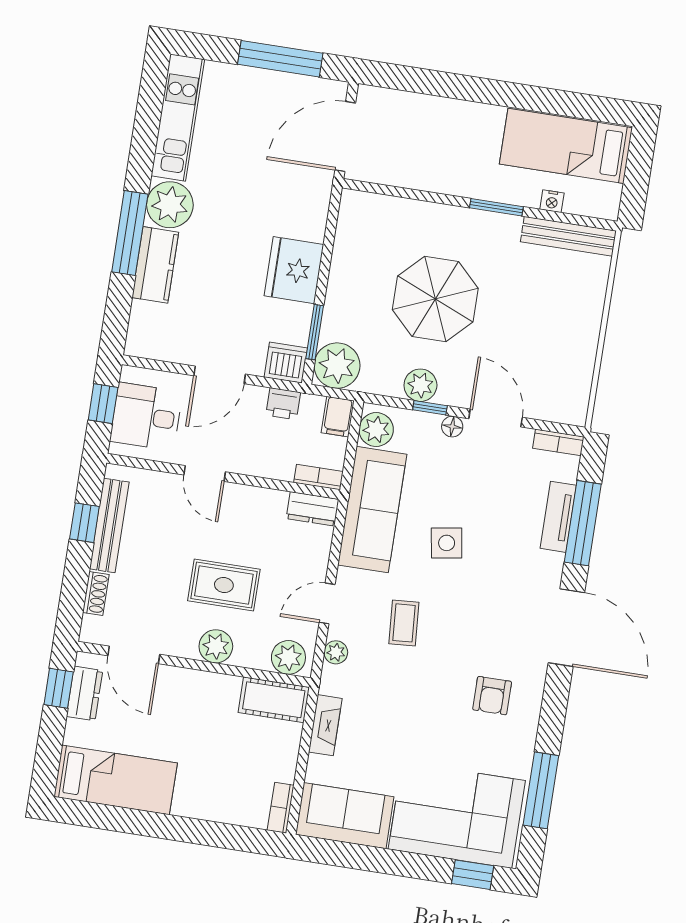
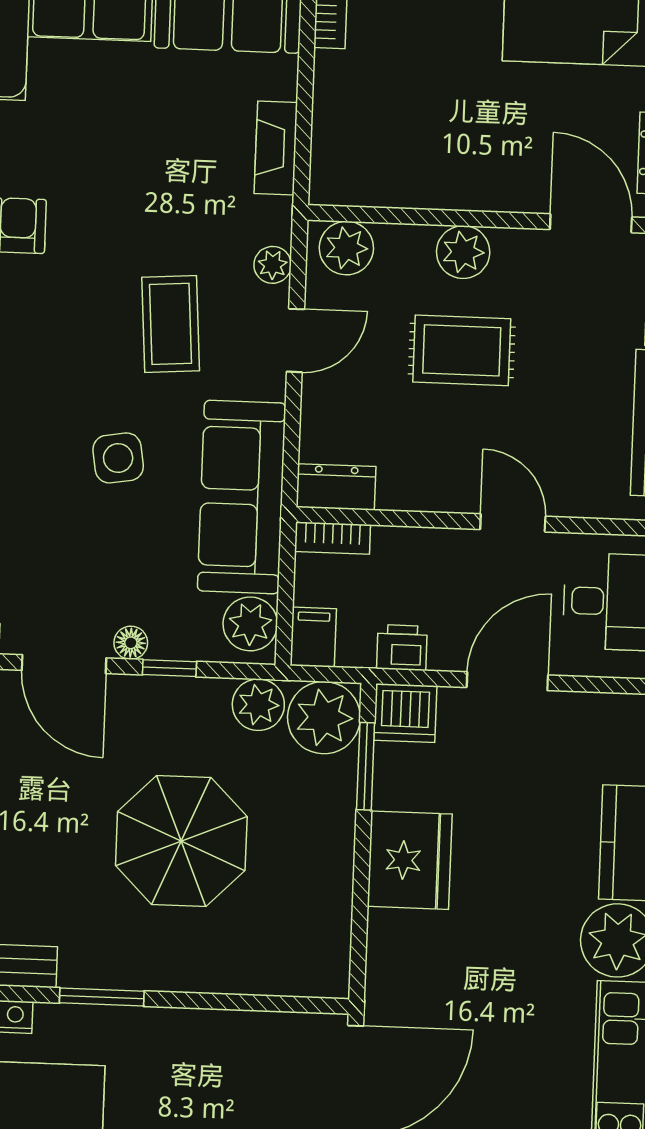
plant: (420, 385) -> (258, 705), moved
coffee table: (404, 623) -> (171, 324), width x1.36, depth x1.30
cot: (274, 700) -> (362, 178), removed

